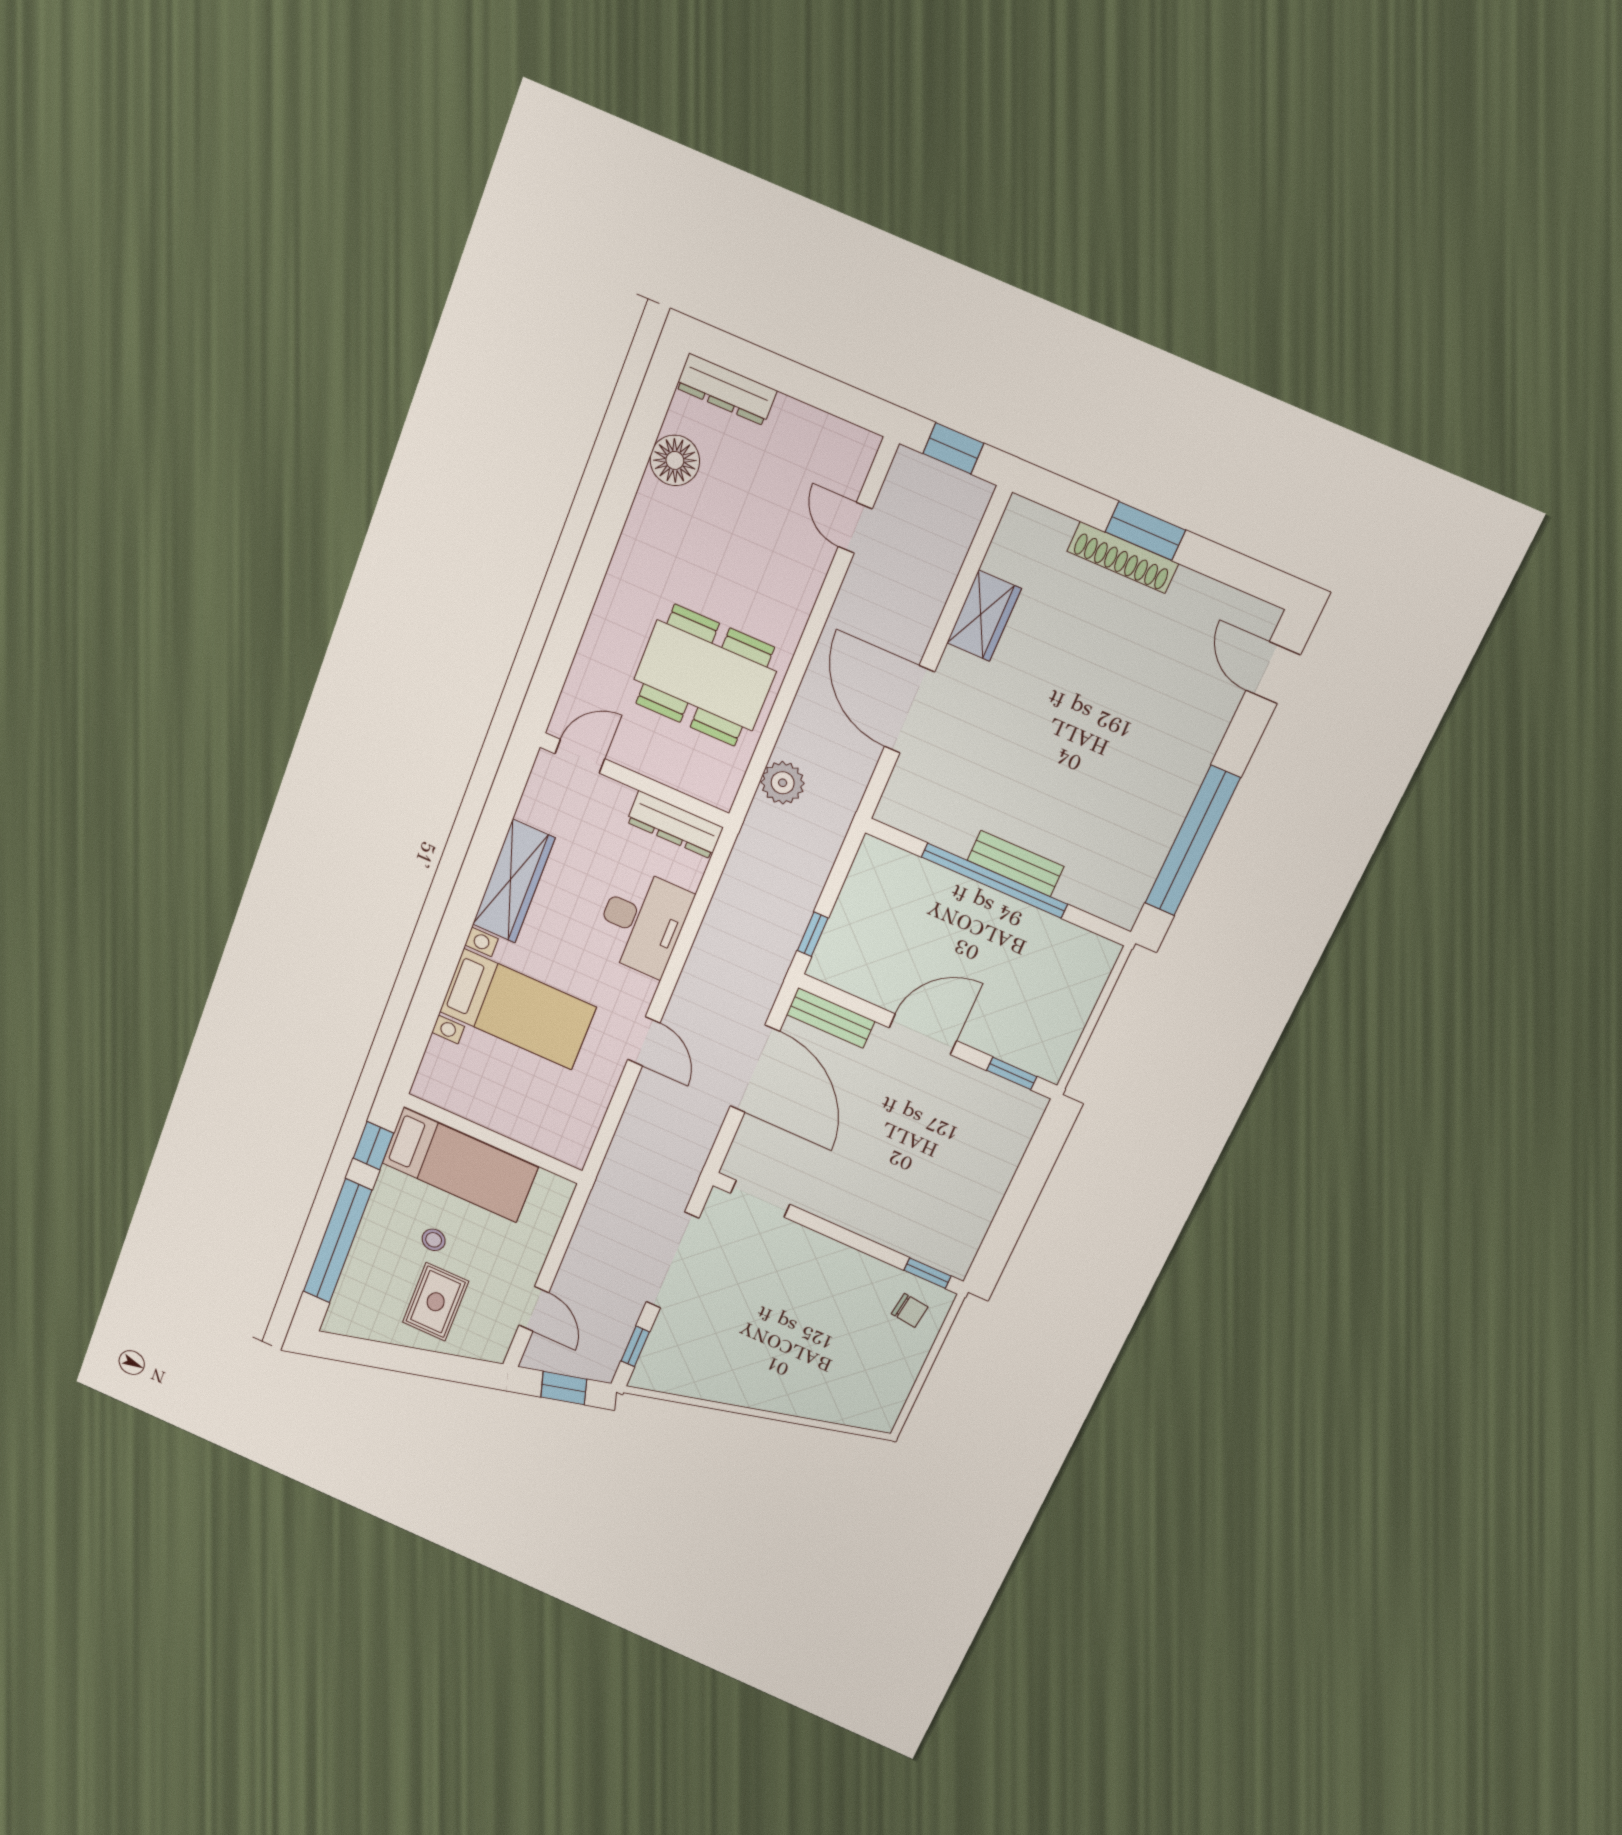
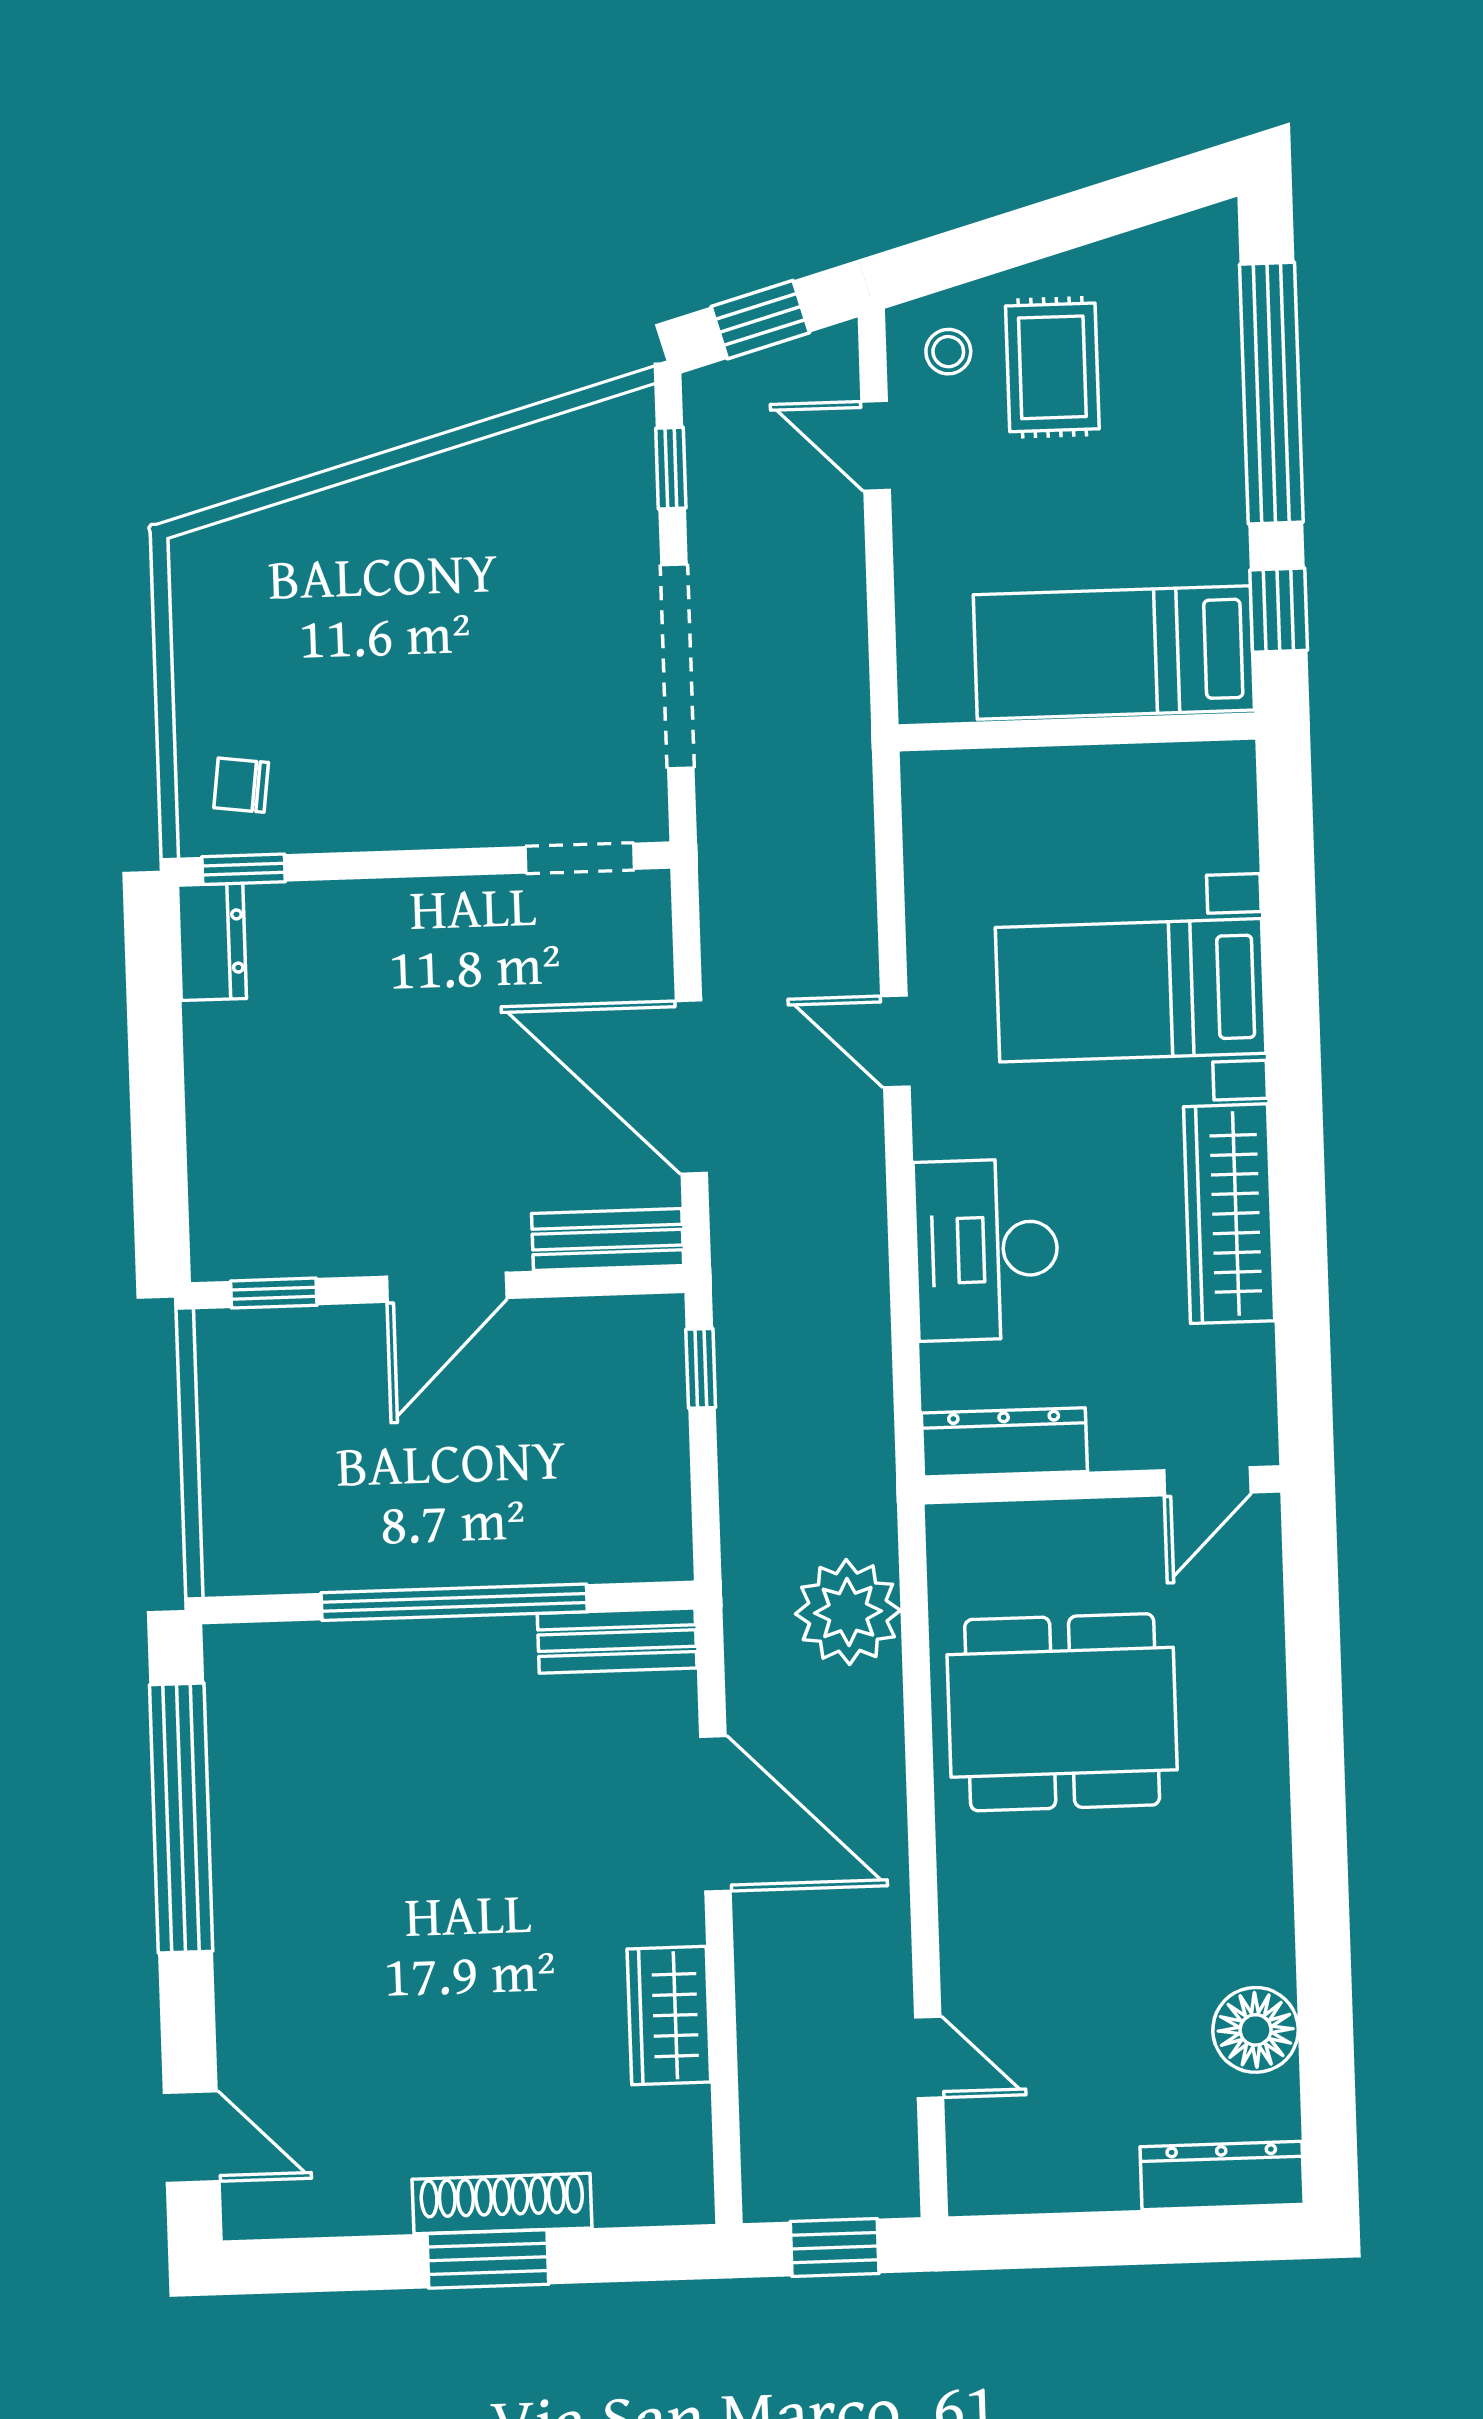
plant: (783, 783) -> (848, 1612), width x1.36, depth x1.36
bench: (1016, 863) -> (617, 1641), moved
stool: (434, 1240) -> (948, 352), moved
dresser: (960, 1248) -> (212, 942), added

